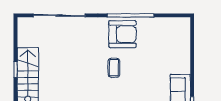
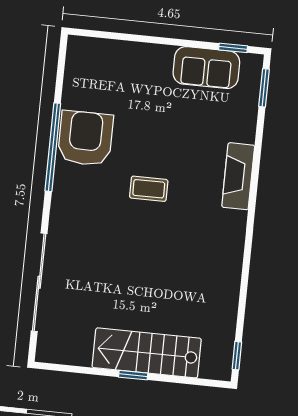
armchair: (122, 34) -> (85, 138), moved

